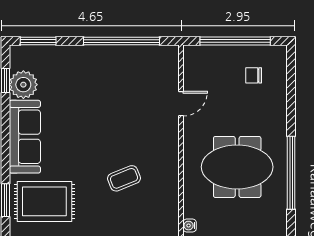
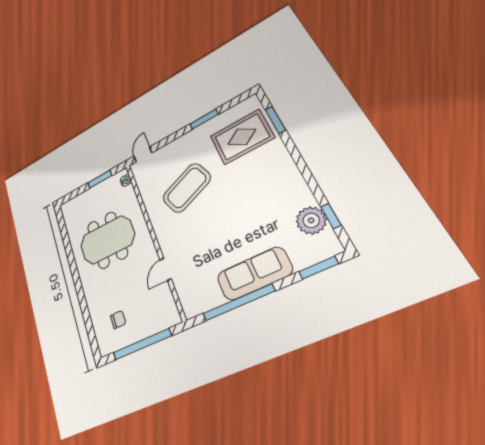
sofa: (25, 137) -> (254, 274), moved, turned 90
window: (291, 173) -> (70, 255), removed
coffee table: (124, 178) -> (187, 188), width x1.86, depth x1.72

